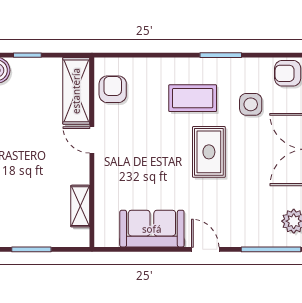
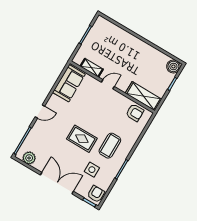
door: (92, 140) -> (108, 84), moved
sofa: (152, 229) -> (69, 83), moved

